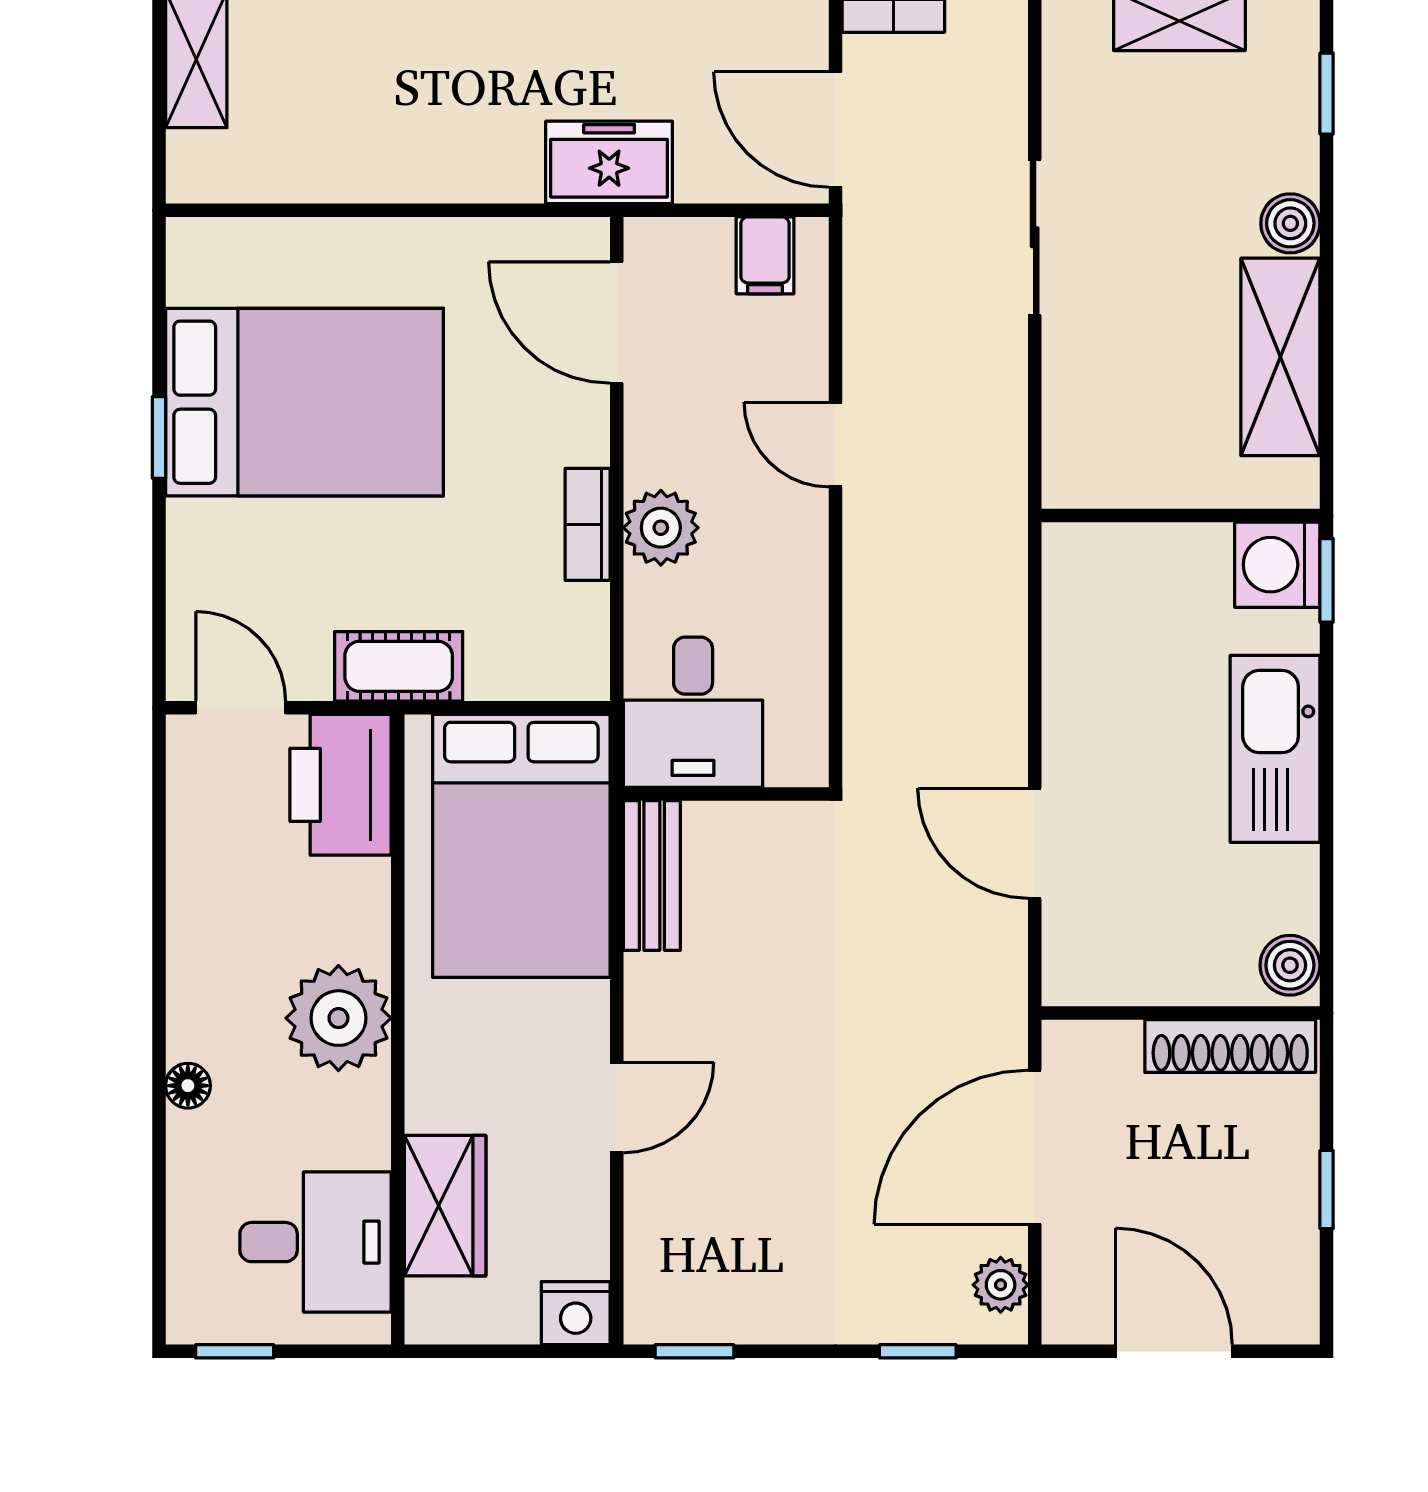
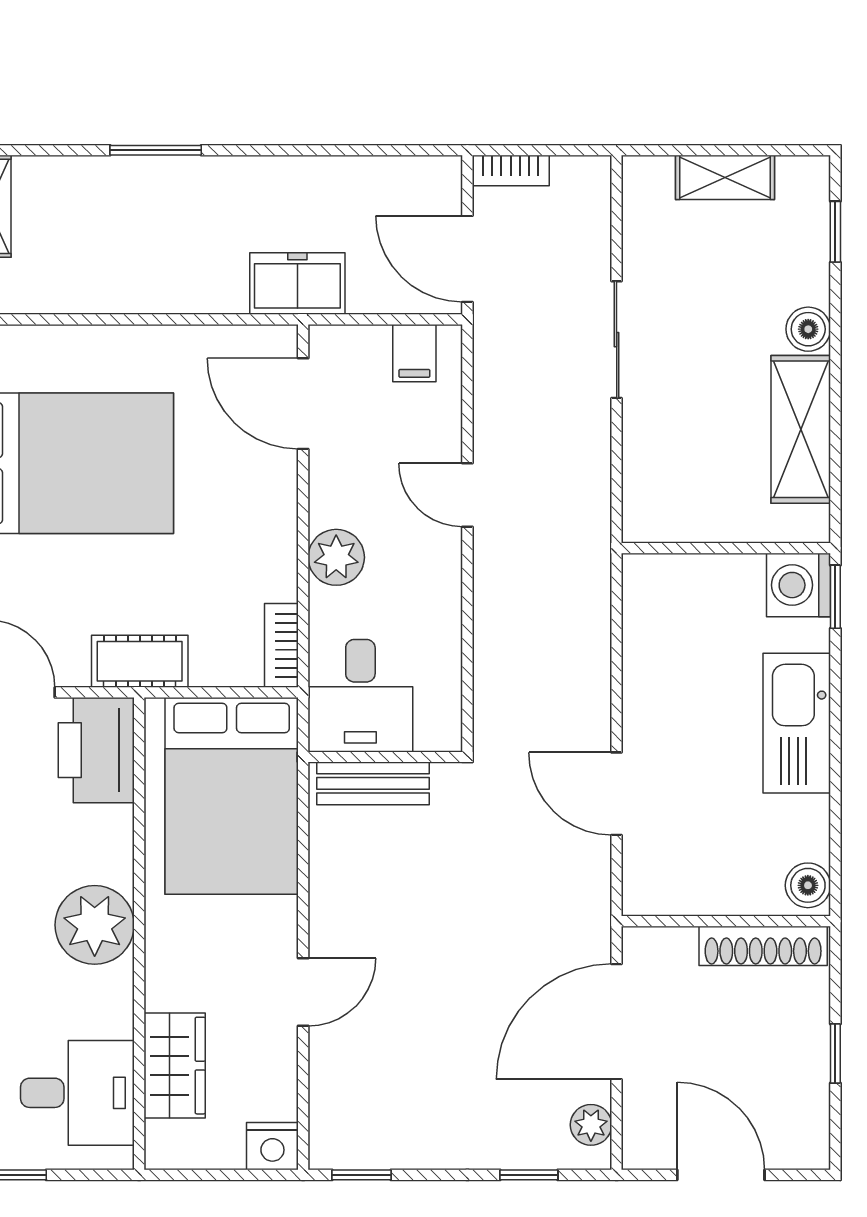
bookcase: (588, 524) -> (281, 645), moved
bench: (652, 876) -> (373, 783), moved, turned 90

